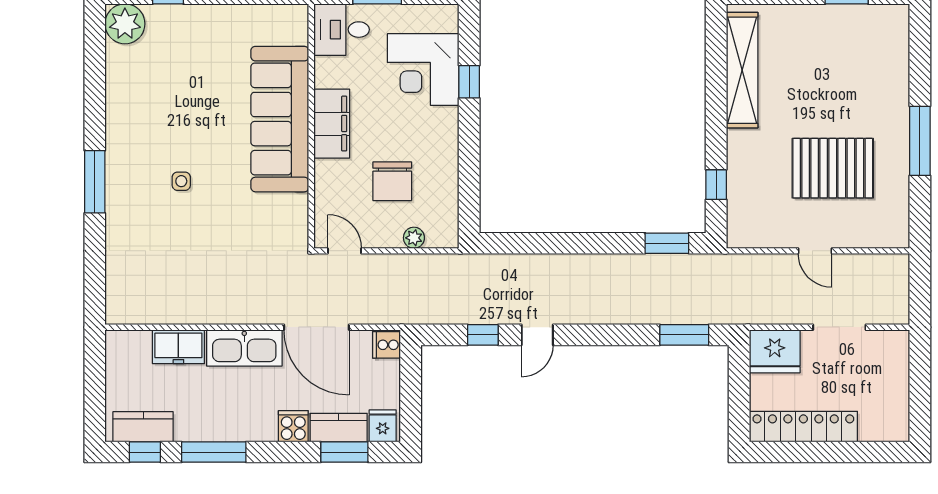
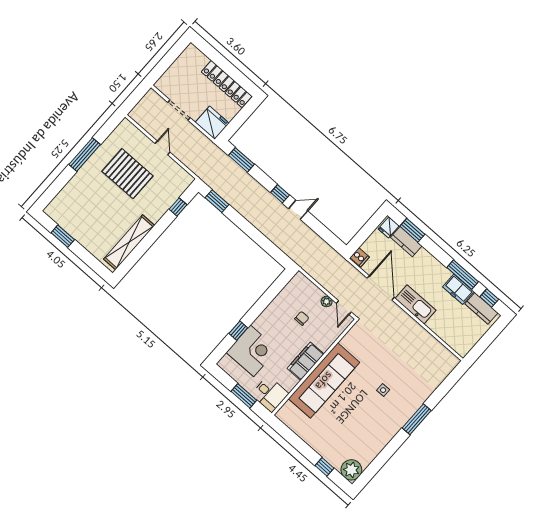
chair: (392, 181) -> (302, 318), width x0.54, depth x0.54
plant: (414, 238) -> (327, 301), moved
window: (483, 335) -> (280, 194), moved
freezer: (178, 347) -> (458, 289), moved, turned 180
cooker: (293, 426) -> (423, 258), removed

